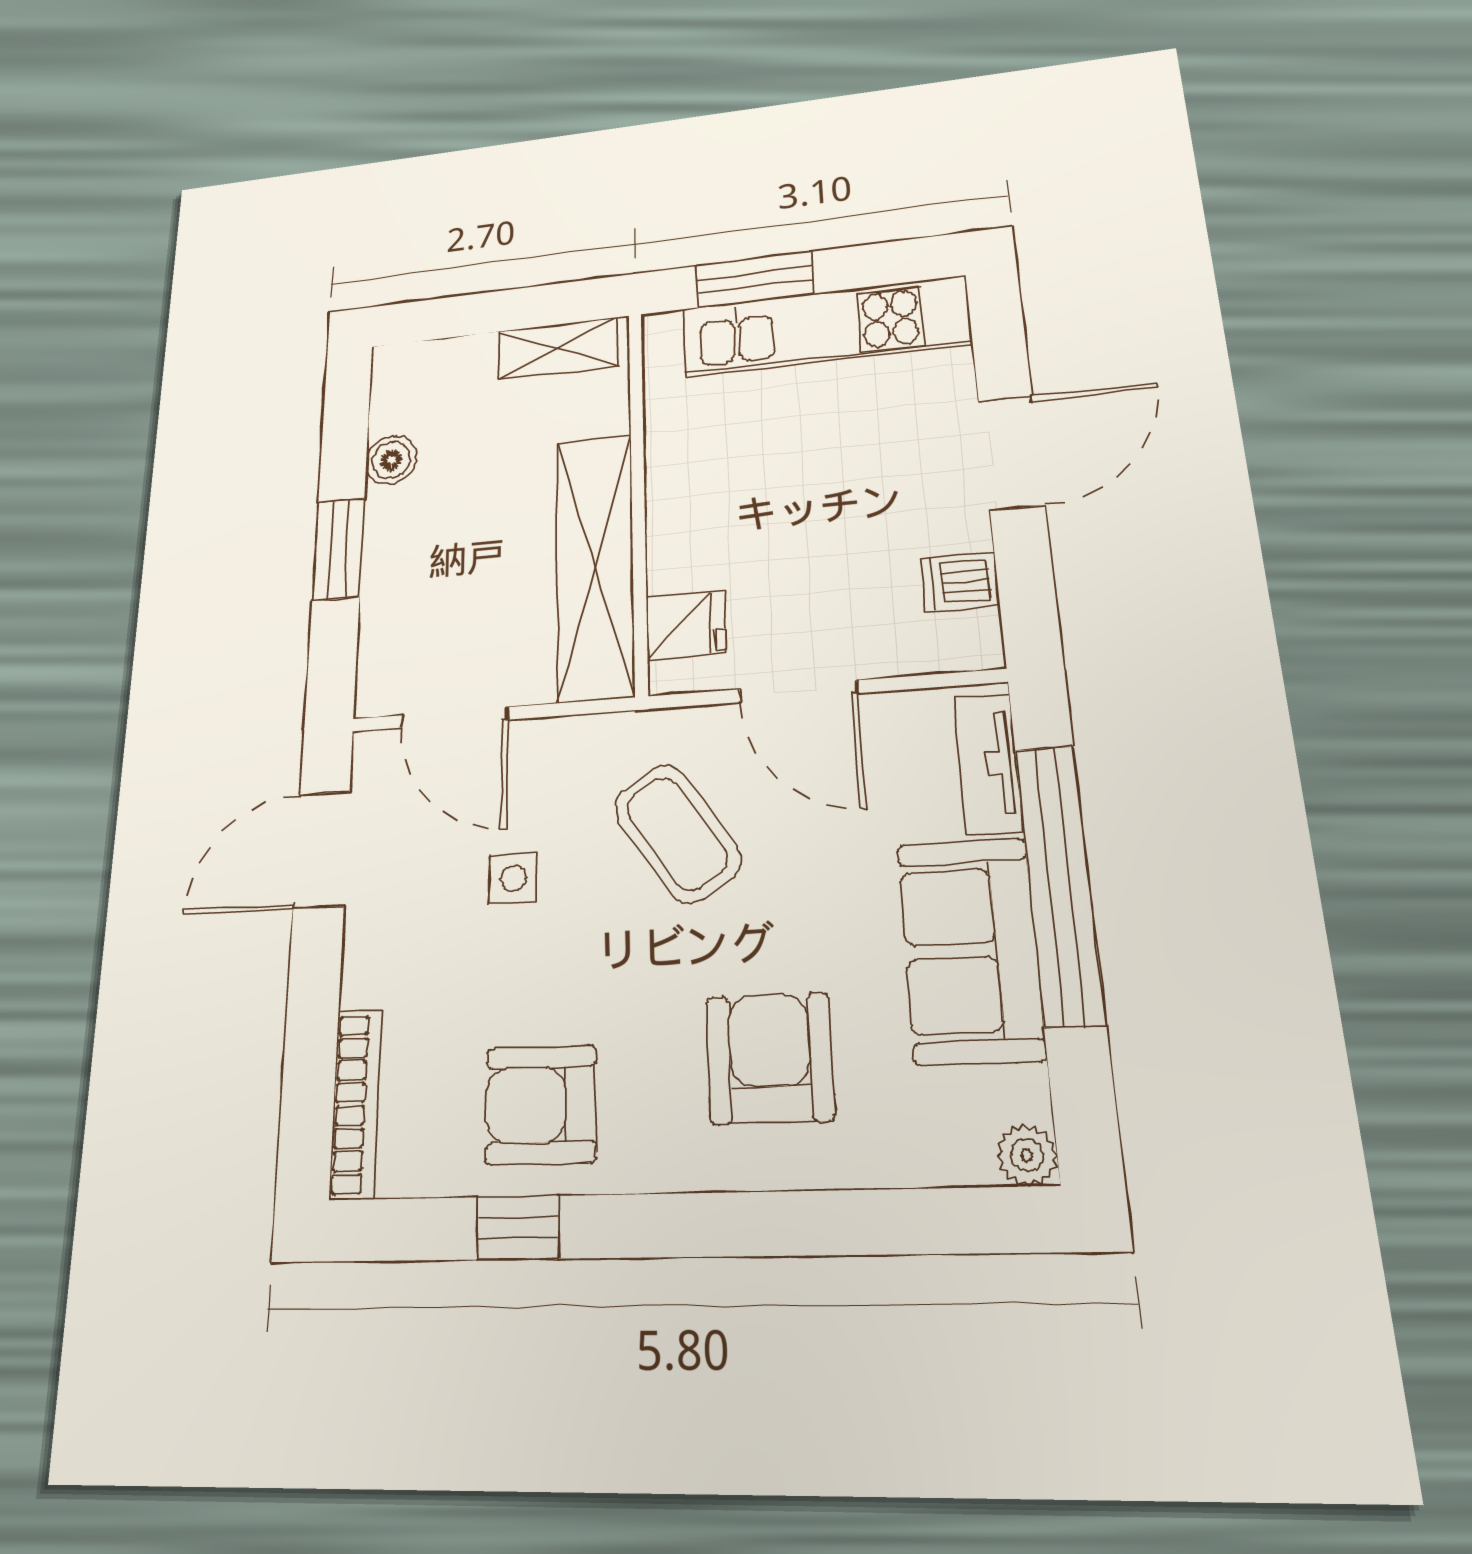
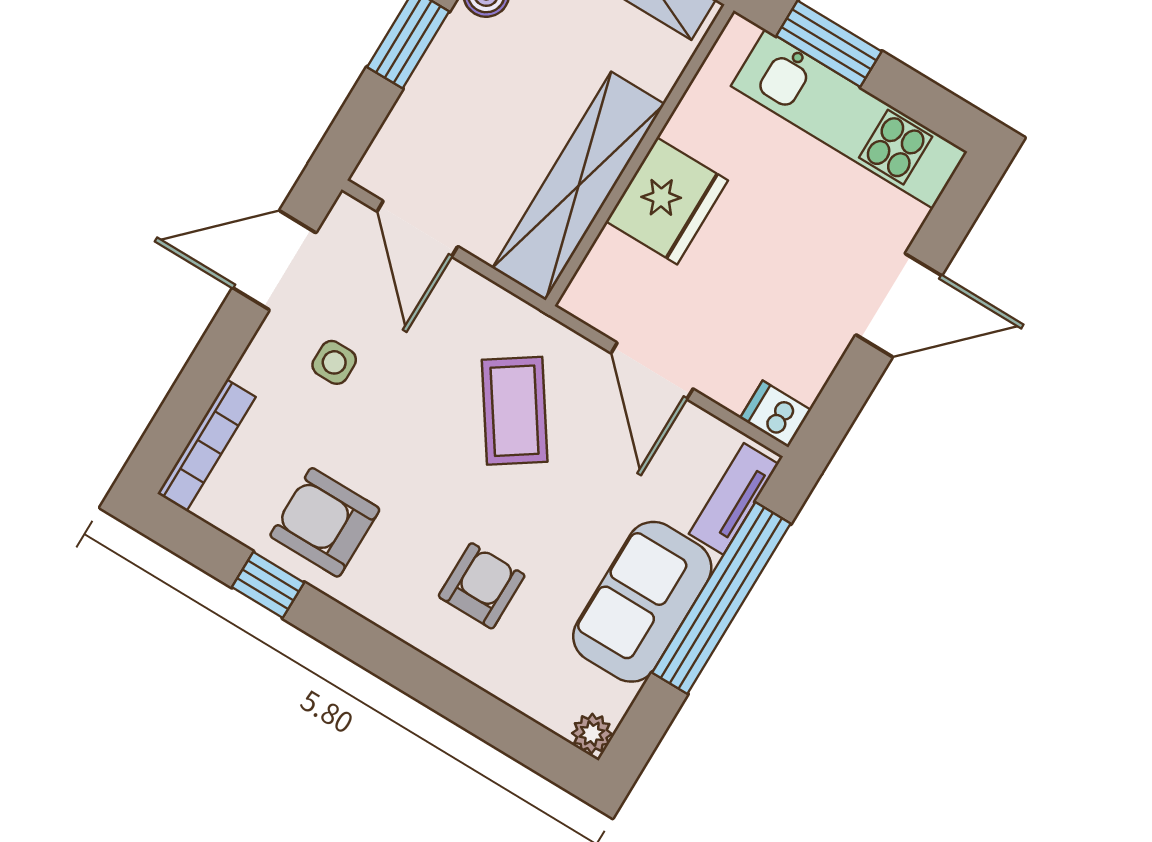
dishwasher: (960, 582) -> (776, 414), moved
fridge: (686, 625) -> (667, 201), moved, width x1.88, depth x1.34
side table: (513, 878) -> (334, 362), moved
armchair: (770, 1058) -> (482, 586), width x0.72, depth x0.72

